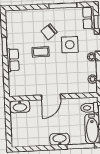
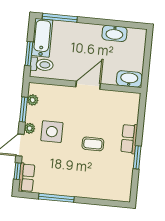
chair: (49, 32) -> (79, 168), removed
side table: (70, 45) -> (52, 132), moved
washbasin: (60, 139) -> (114, 33), moved

